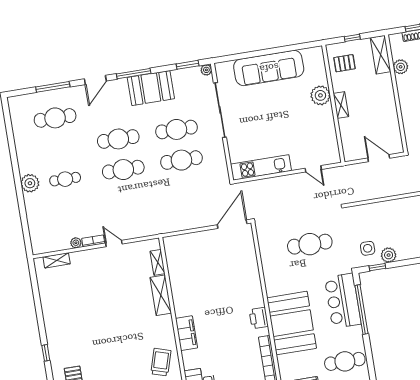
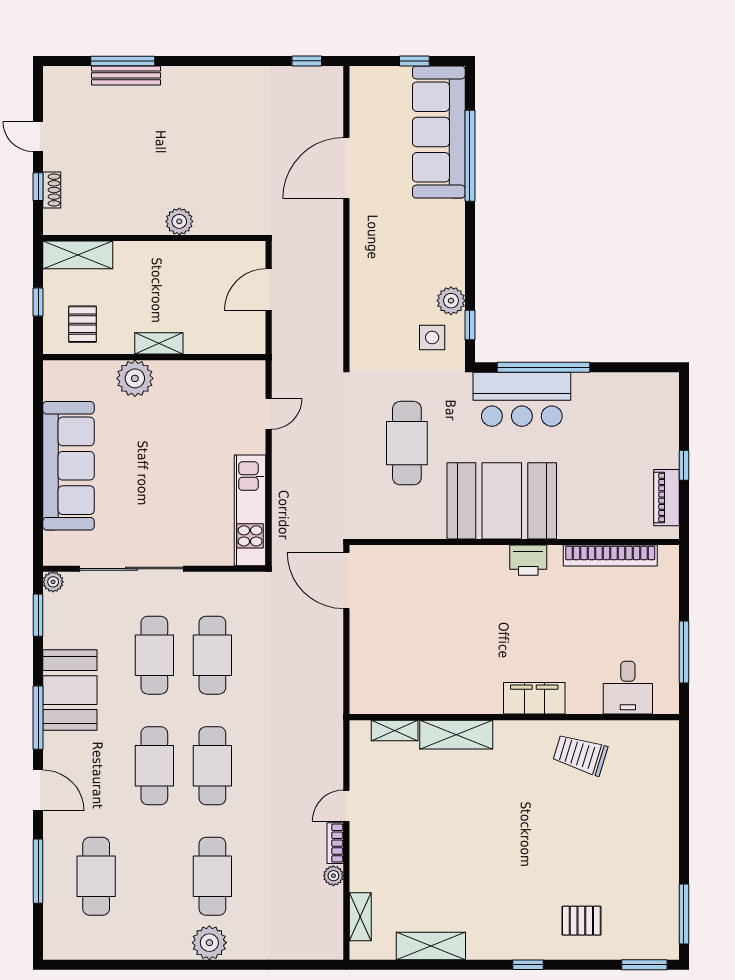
plant: (401, 67) -> (179, 221), moved
cafe table: (65, 179) -> (212, 876), width x1.37, depth x1.35
shelving: (47, 300) -> (431, 946), added
booth: (292, 323) -> (502, 501), moved
cafe table: (345, 361) -> (635, 414), removed

